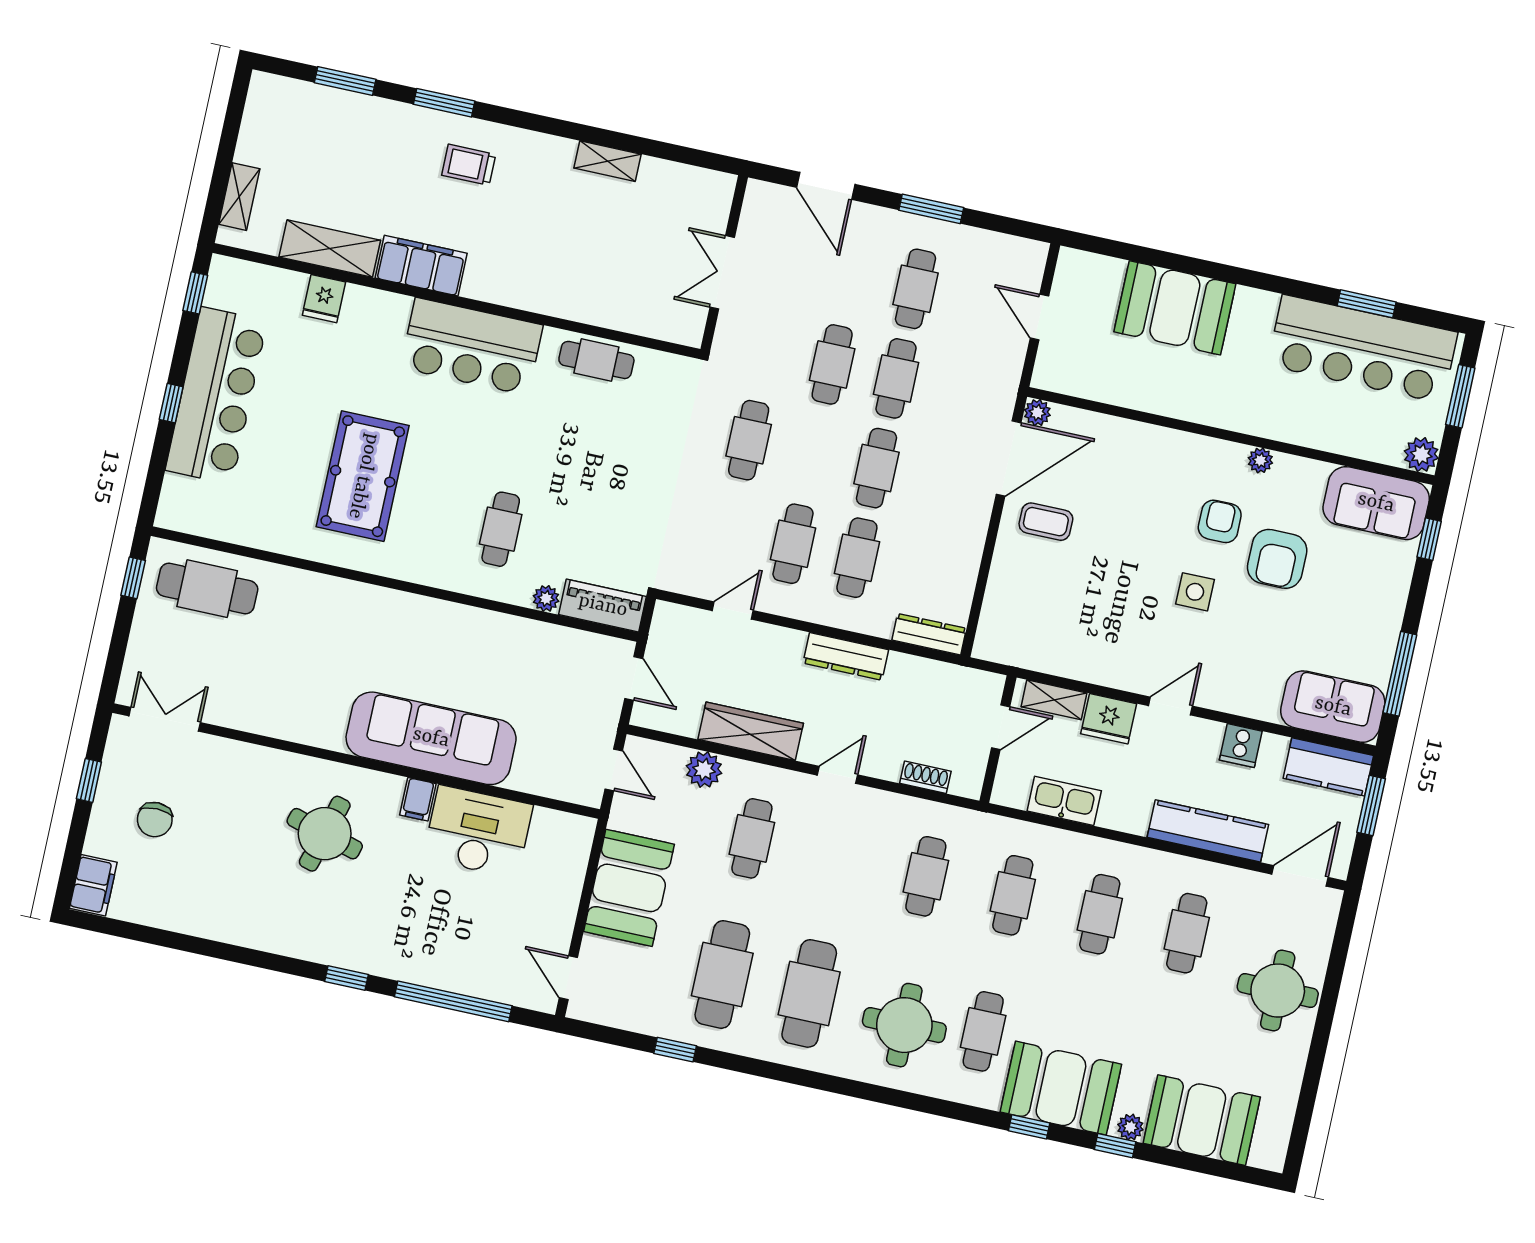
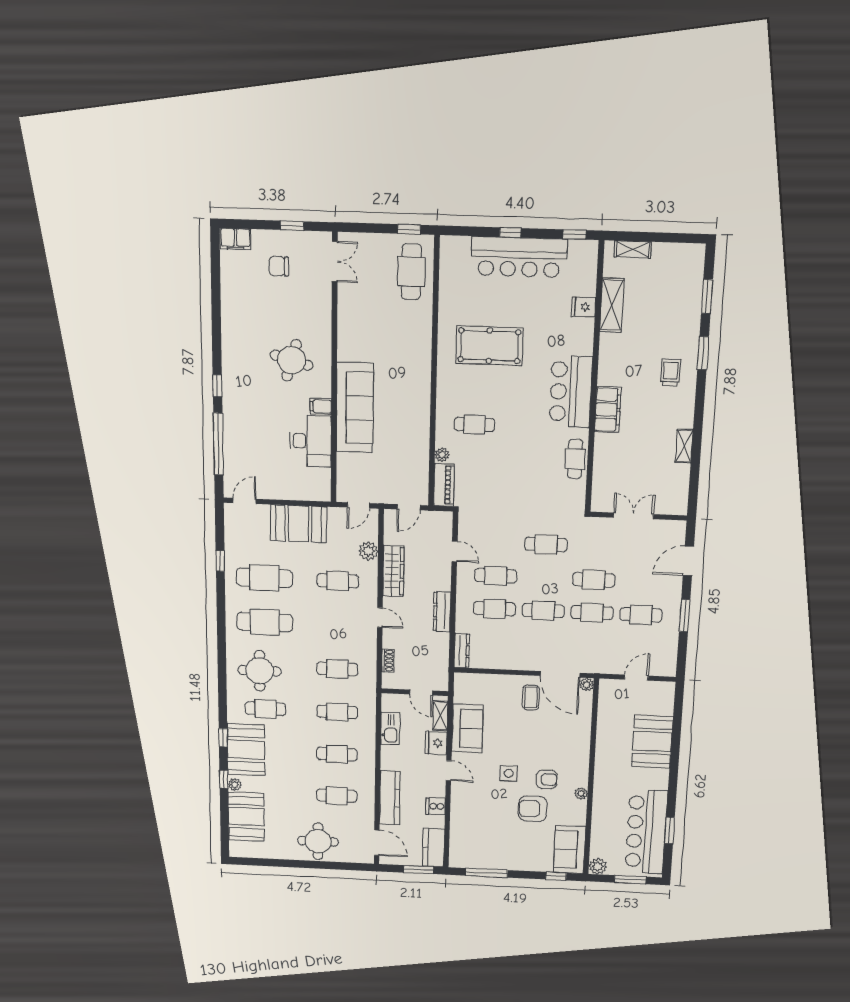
filing cabinet: (421, 266) -> (608, 410), moved
sofa: (1333, 707) -> (467, 728), moved

